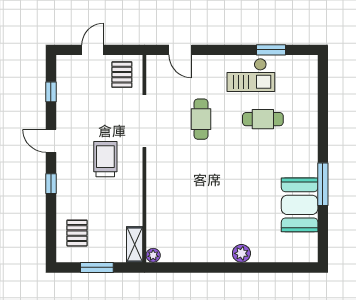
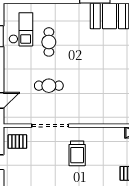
checkout: (251, 75) -> (21, 29), moved
trolley: (105, 159) -> (77, 153), turned -90

